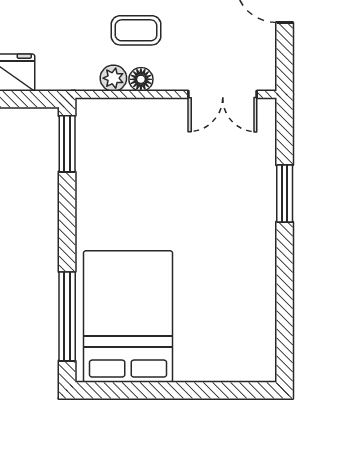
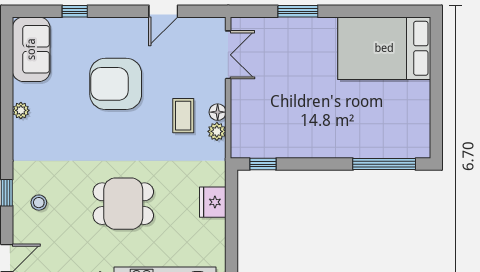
window: (67, 144) -> (263, 164), width x0.67
bed: (128, 317) -> (384, 48), moved

